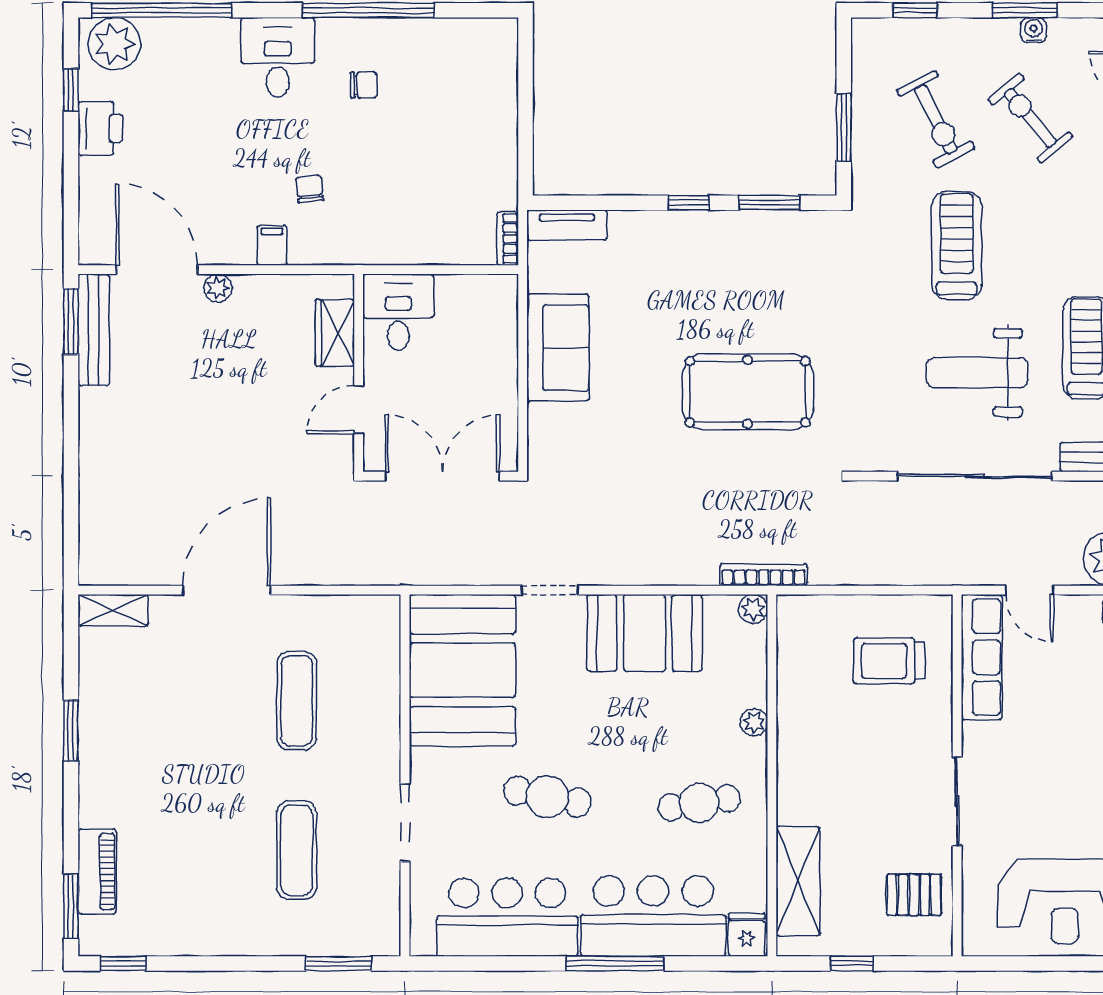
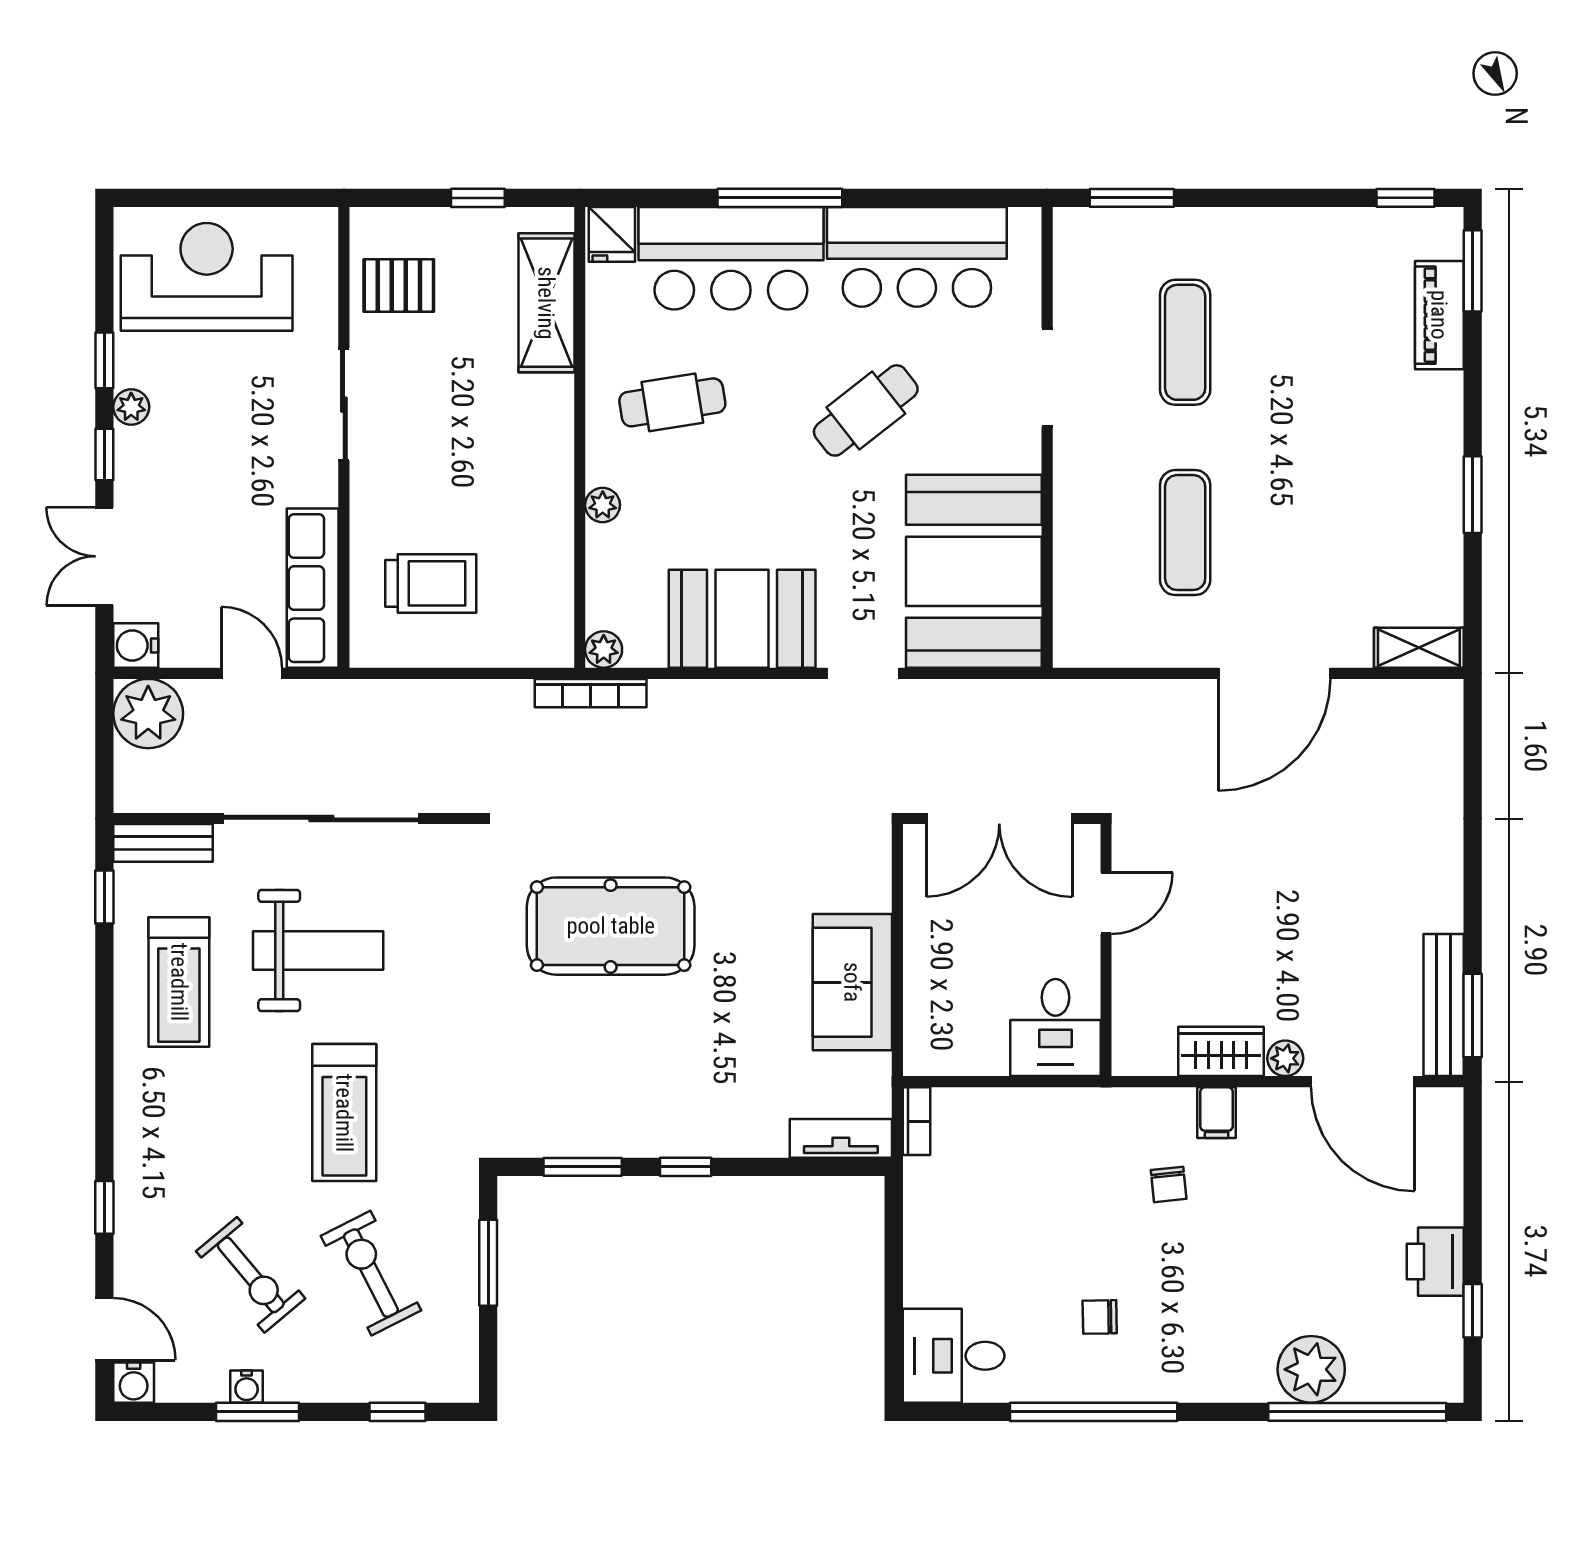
plant: (114, 44) -> (1311, 1369), moved
desk: (278, 57) -> (954, 1356), moved, turned 90
wardrobe: (335, 333) -> (1221, 1051), moved, turned -90
cafe table: (547, 797) -> (866, 410), turned -49

